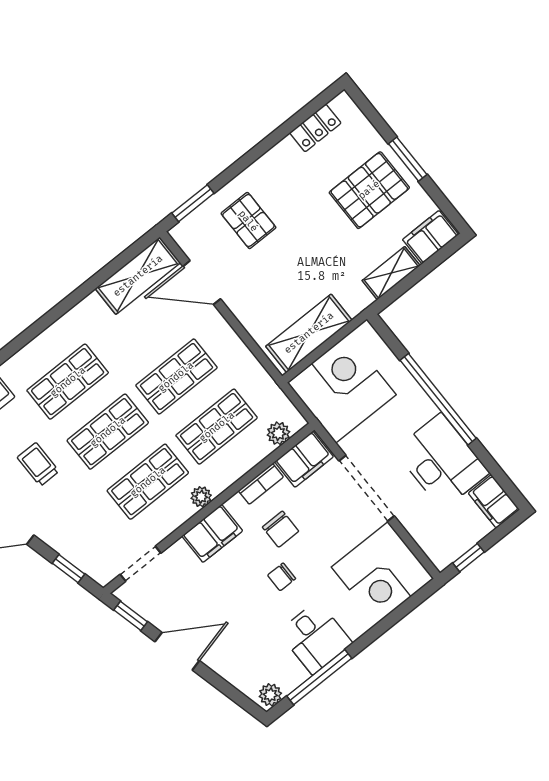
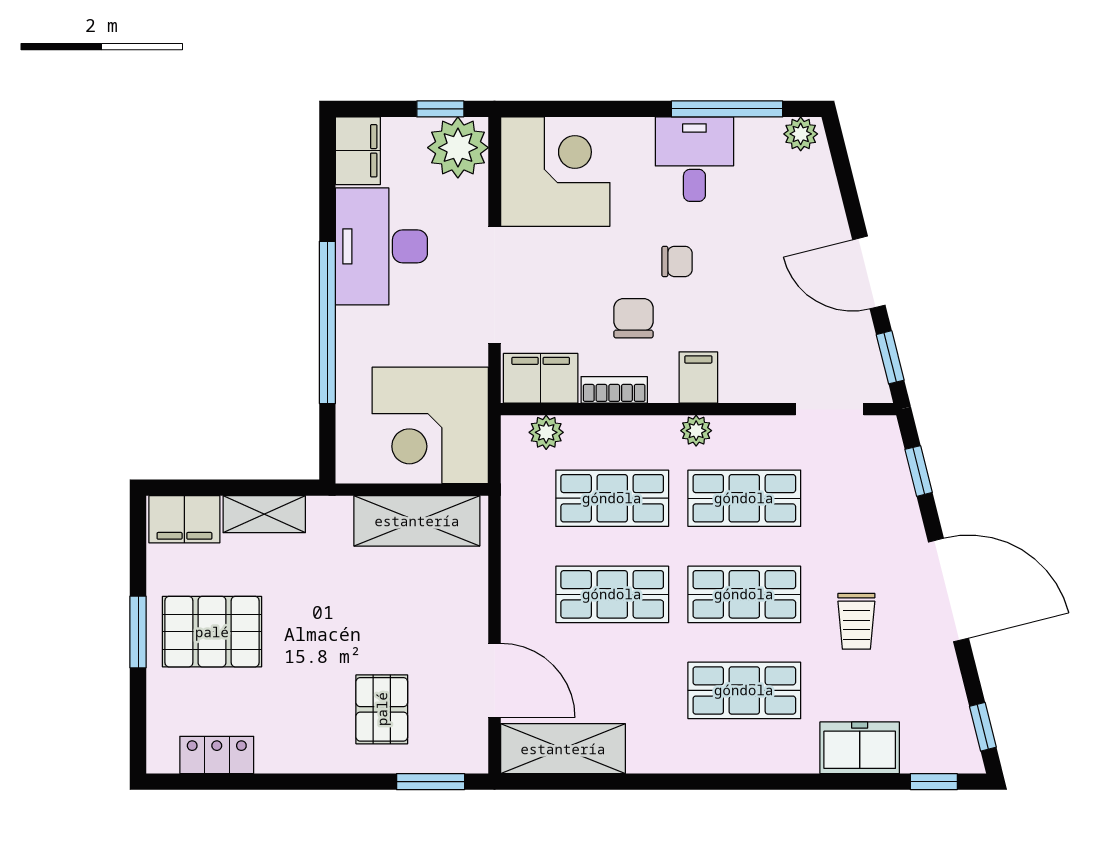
filing cabinet: (212, 533) -> (698, 377), width x0.50
plant: (443, 545) -> (458, 148), added

